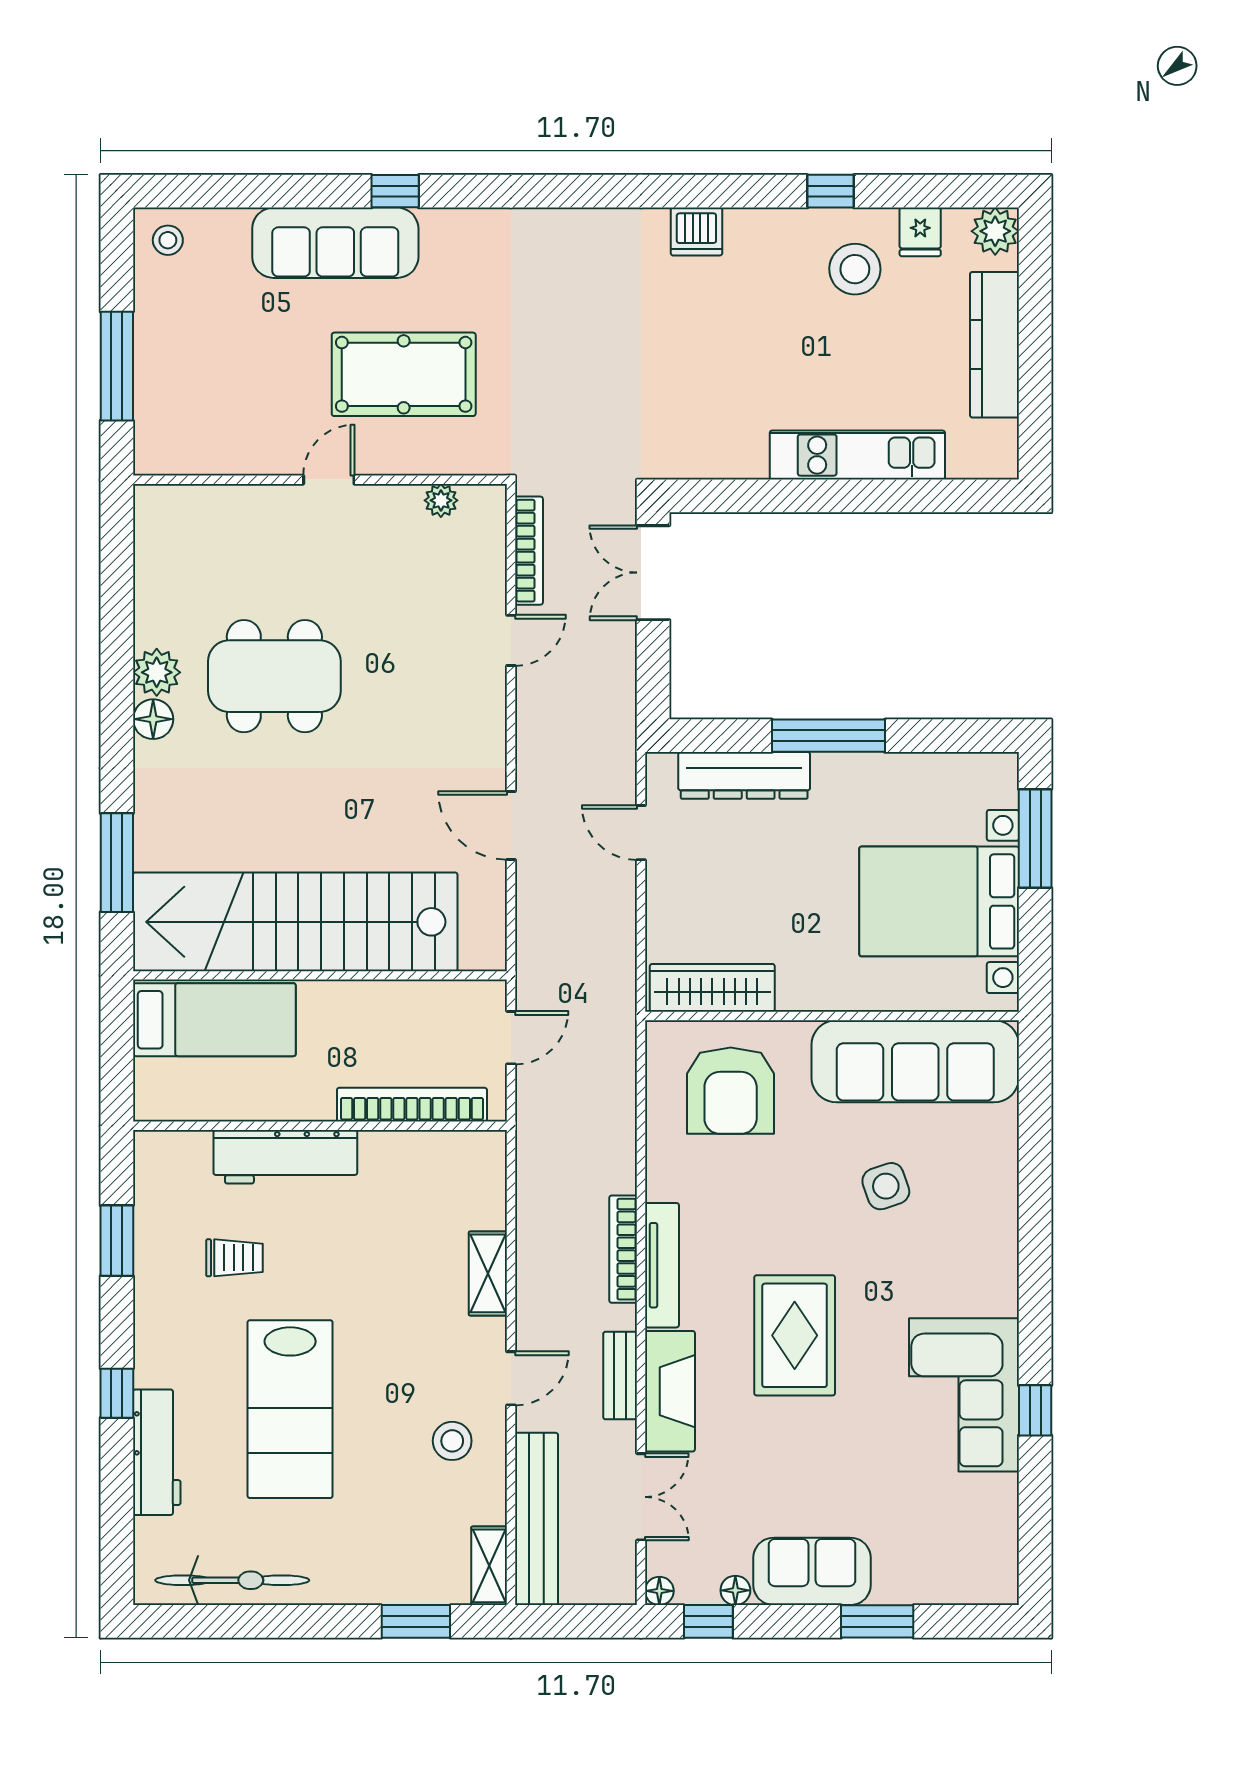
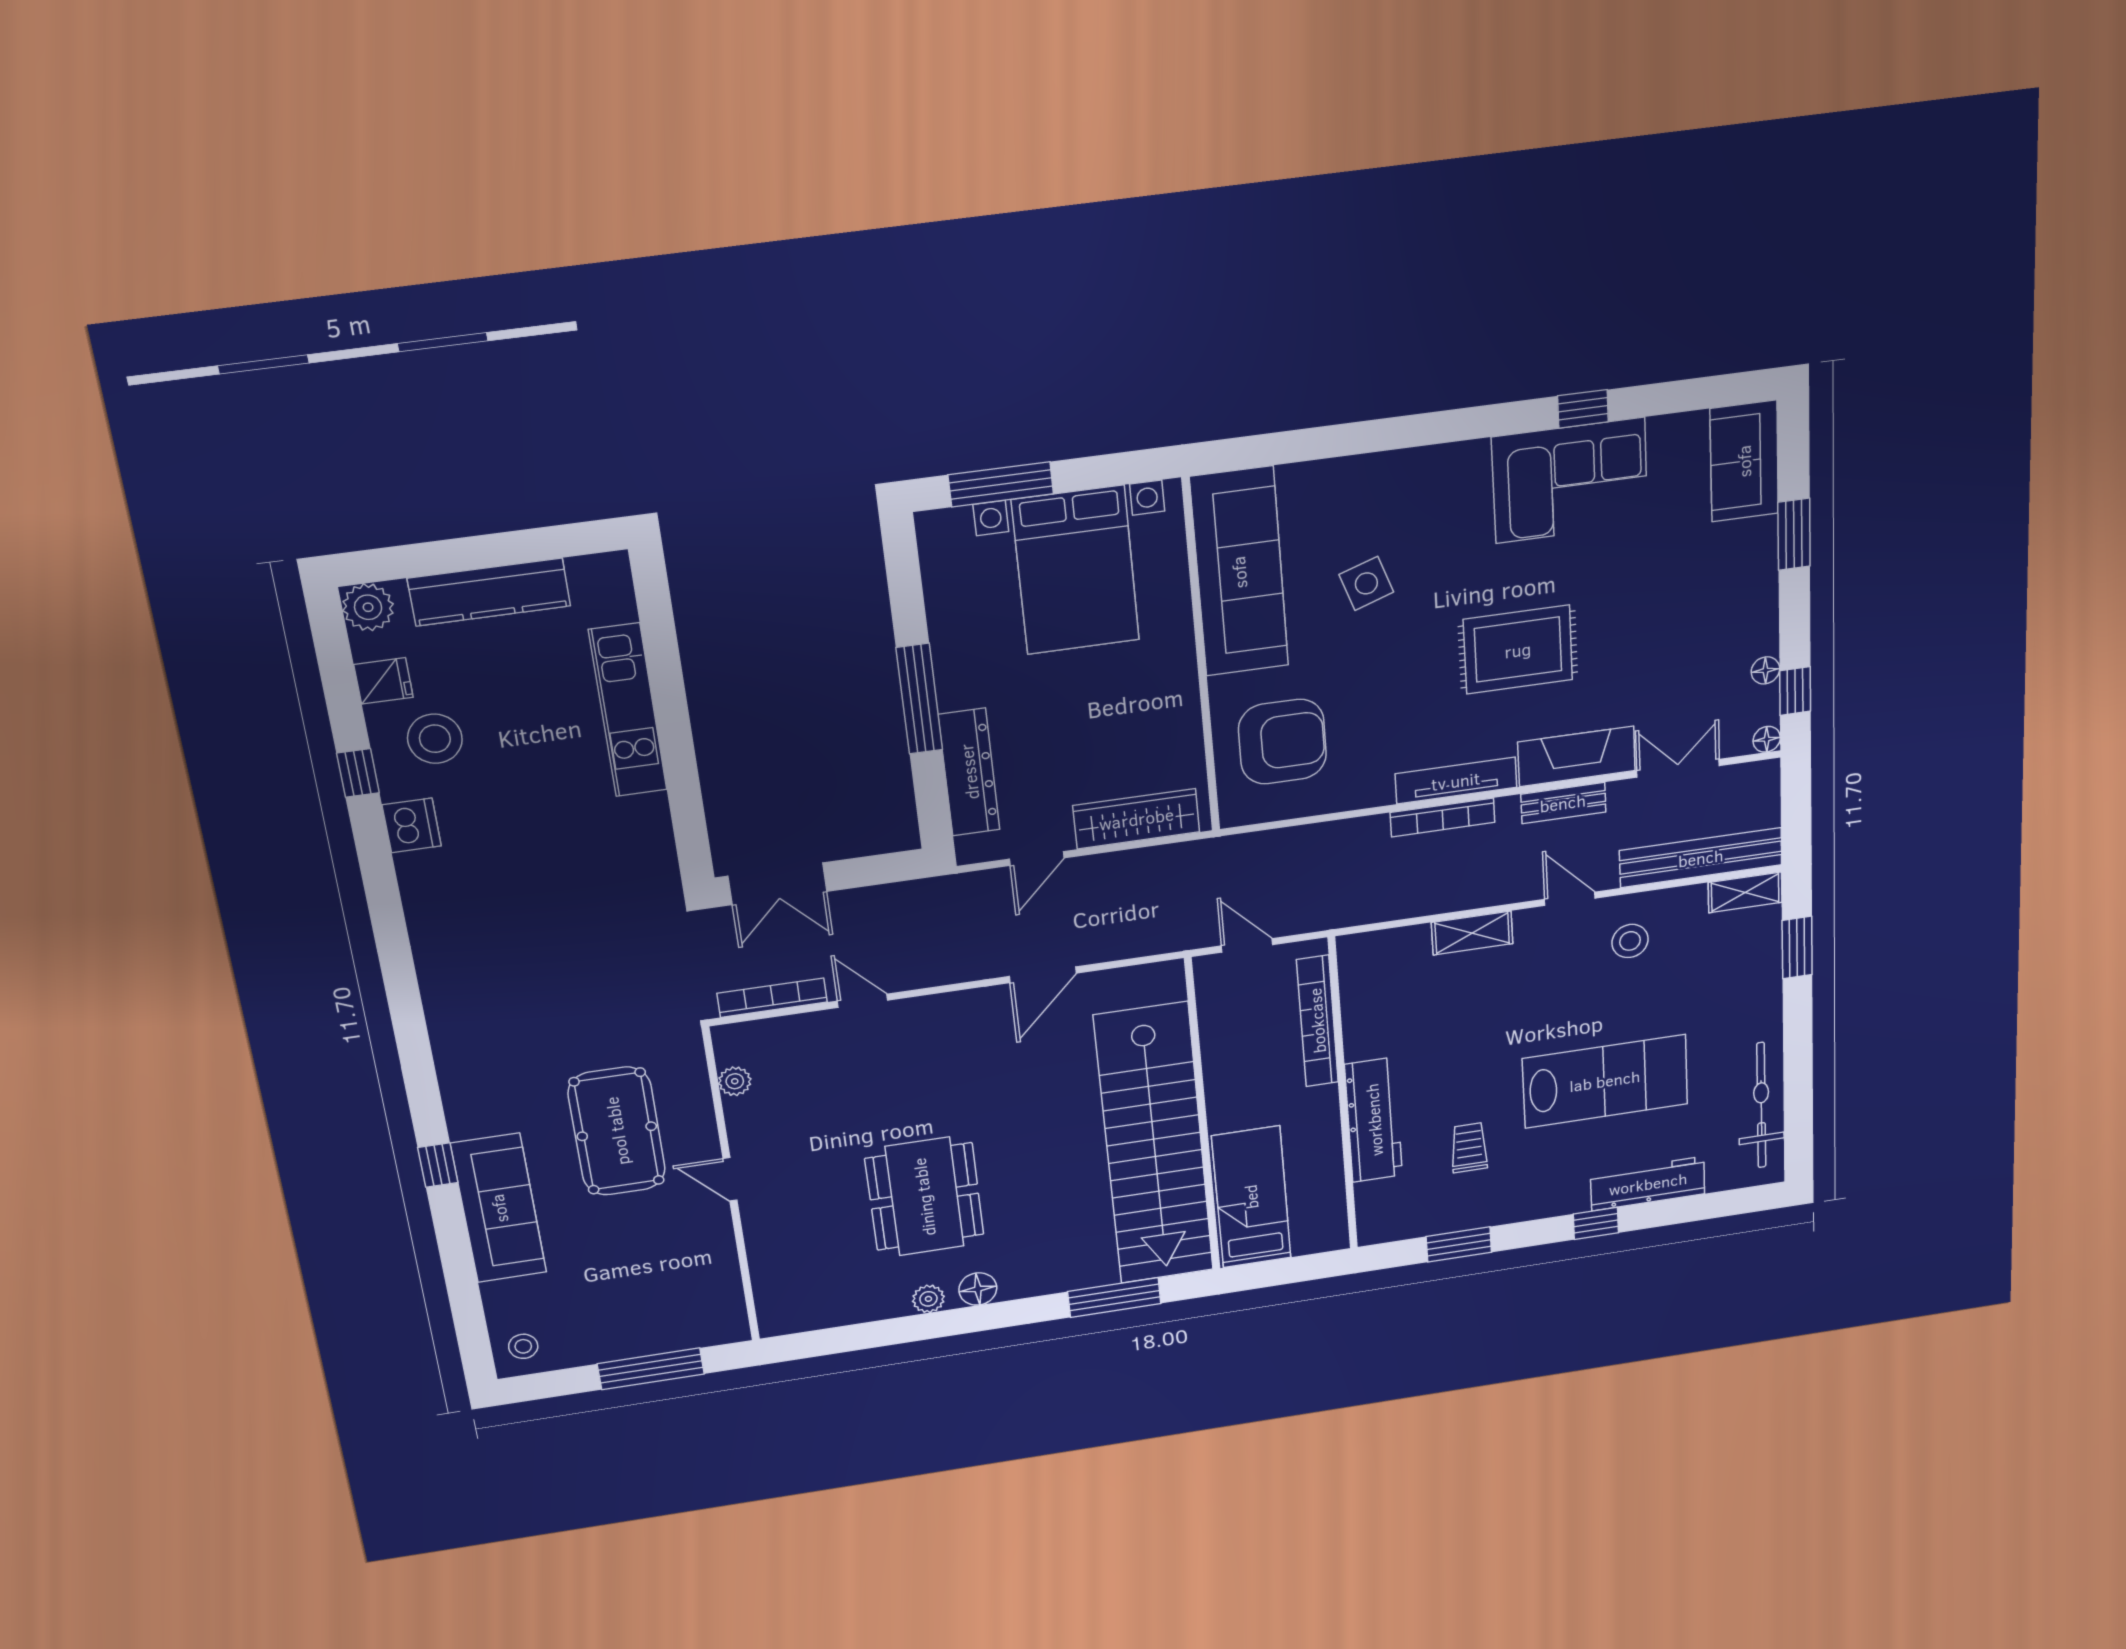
dishwasher: (696, 232) -> (412, 825), moved
plant: (157, 672) -> (928, 1299), width x0.73, depth x0.73
wardrobe: (712, 988) -> (1136, 819), moved, turned 90
sofa: (812, 1571) -> (1744, 461), moved

